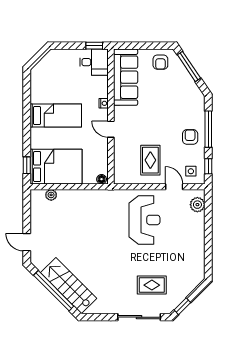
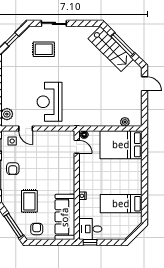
bed: (56, 116) -> (121, 204), moved
door: (111, 129) -> (77, 147), moved
rug: (150, 160) -> (29, 201), moved
window: (27, 165) -> (144, 146), removed
window: (54, 291) -> (123, 45), width x0.68
window: (182, 306) -> (12, 39), moved
sliding door: (139, 317) -> (54, 23), width x0.73

